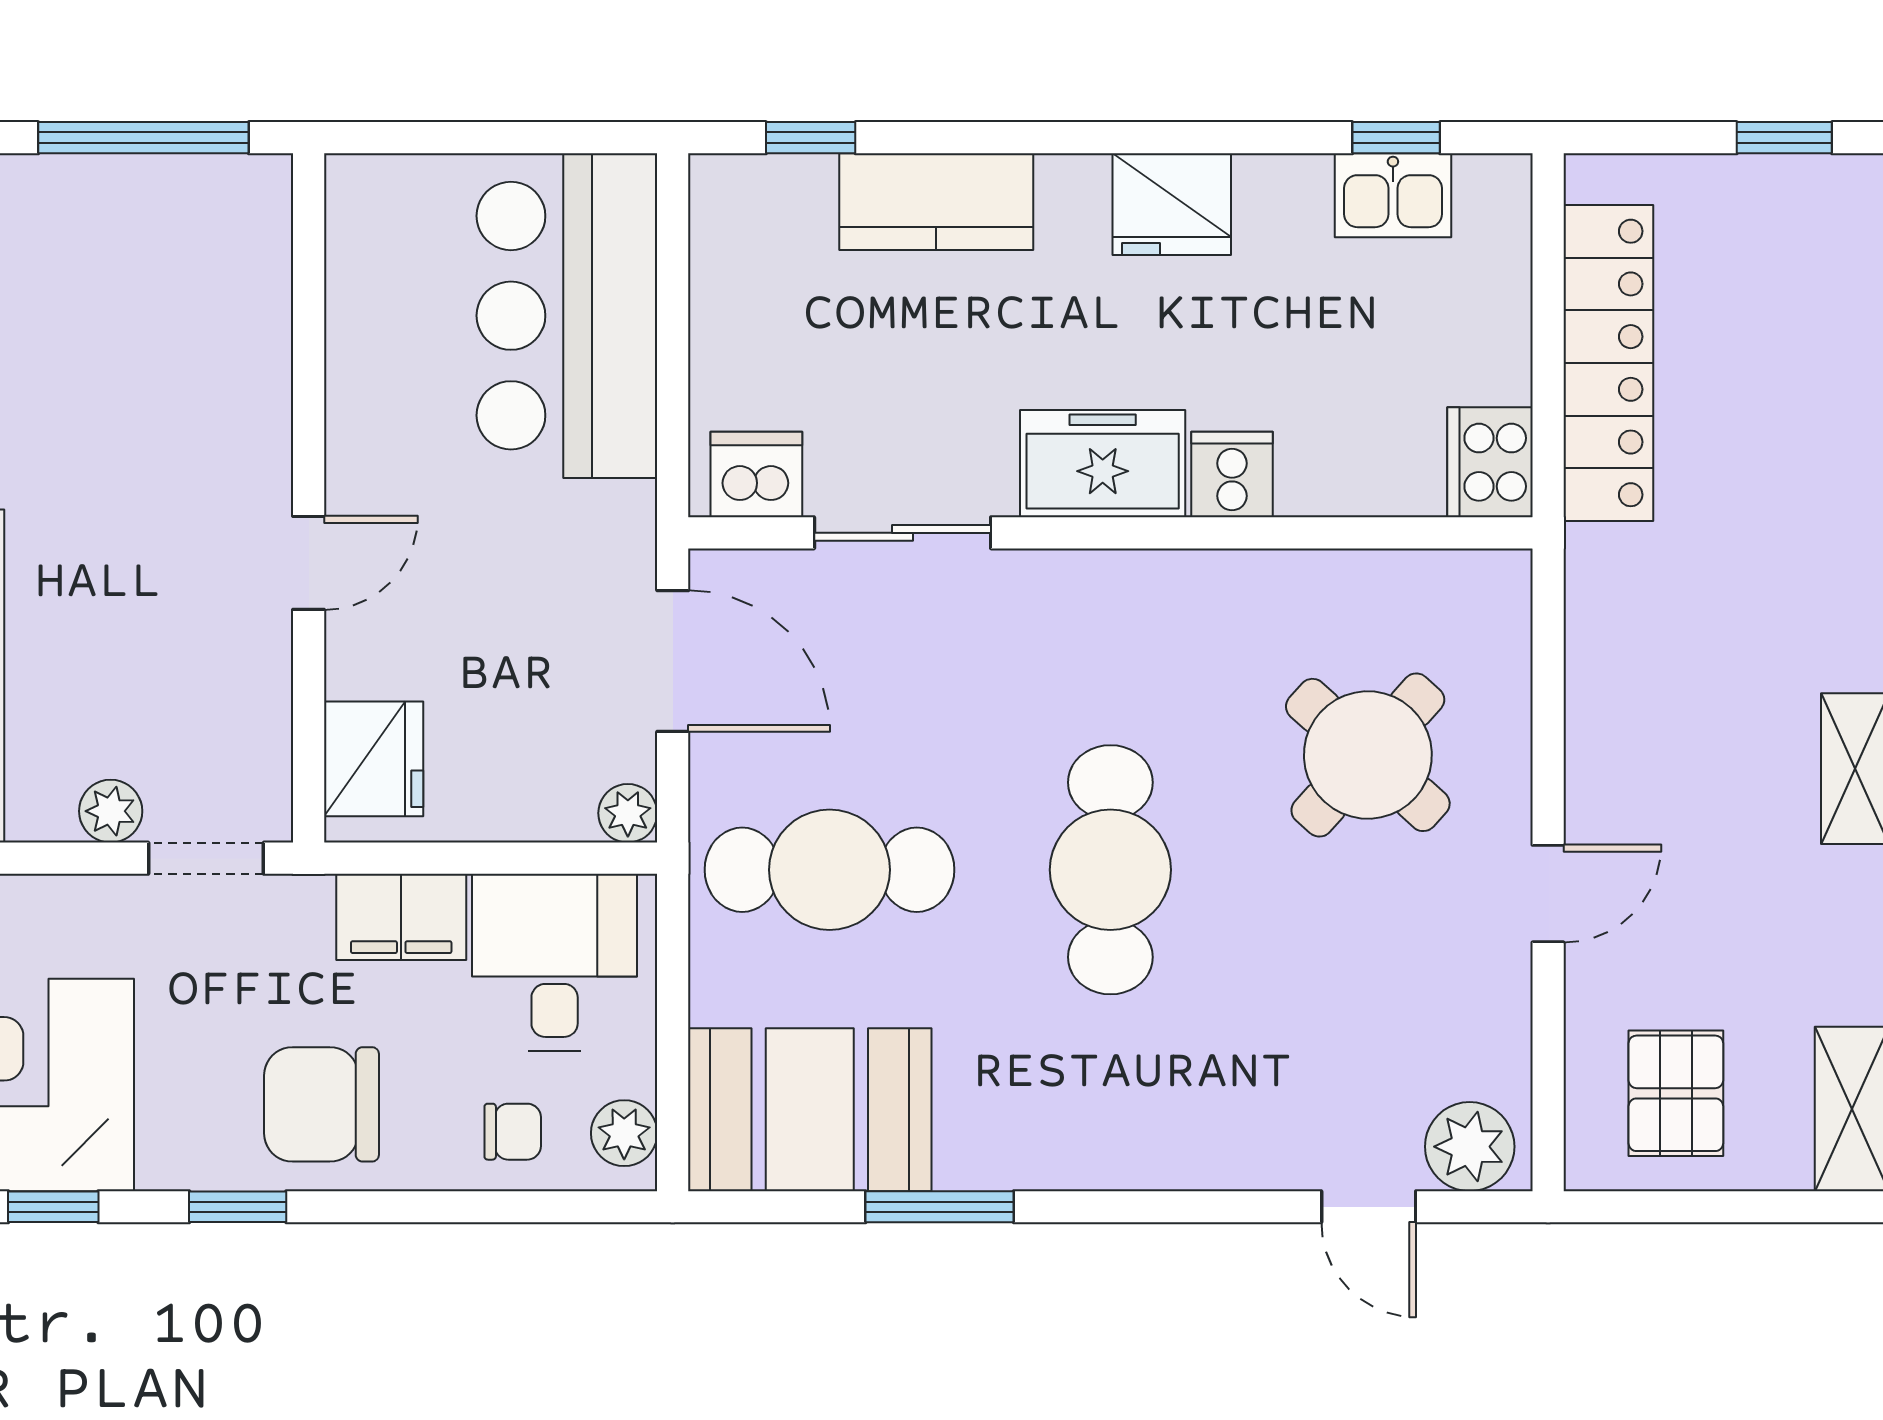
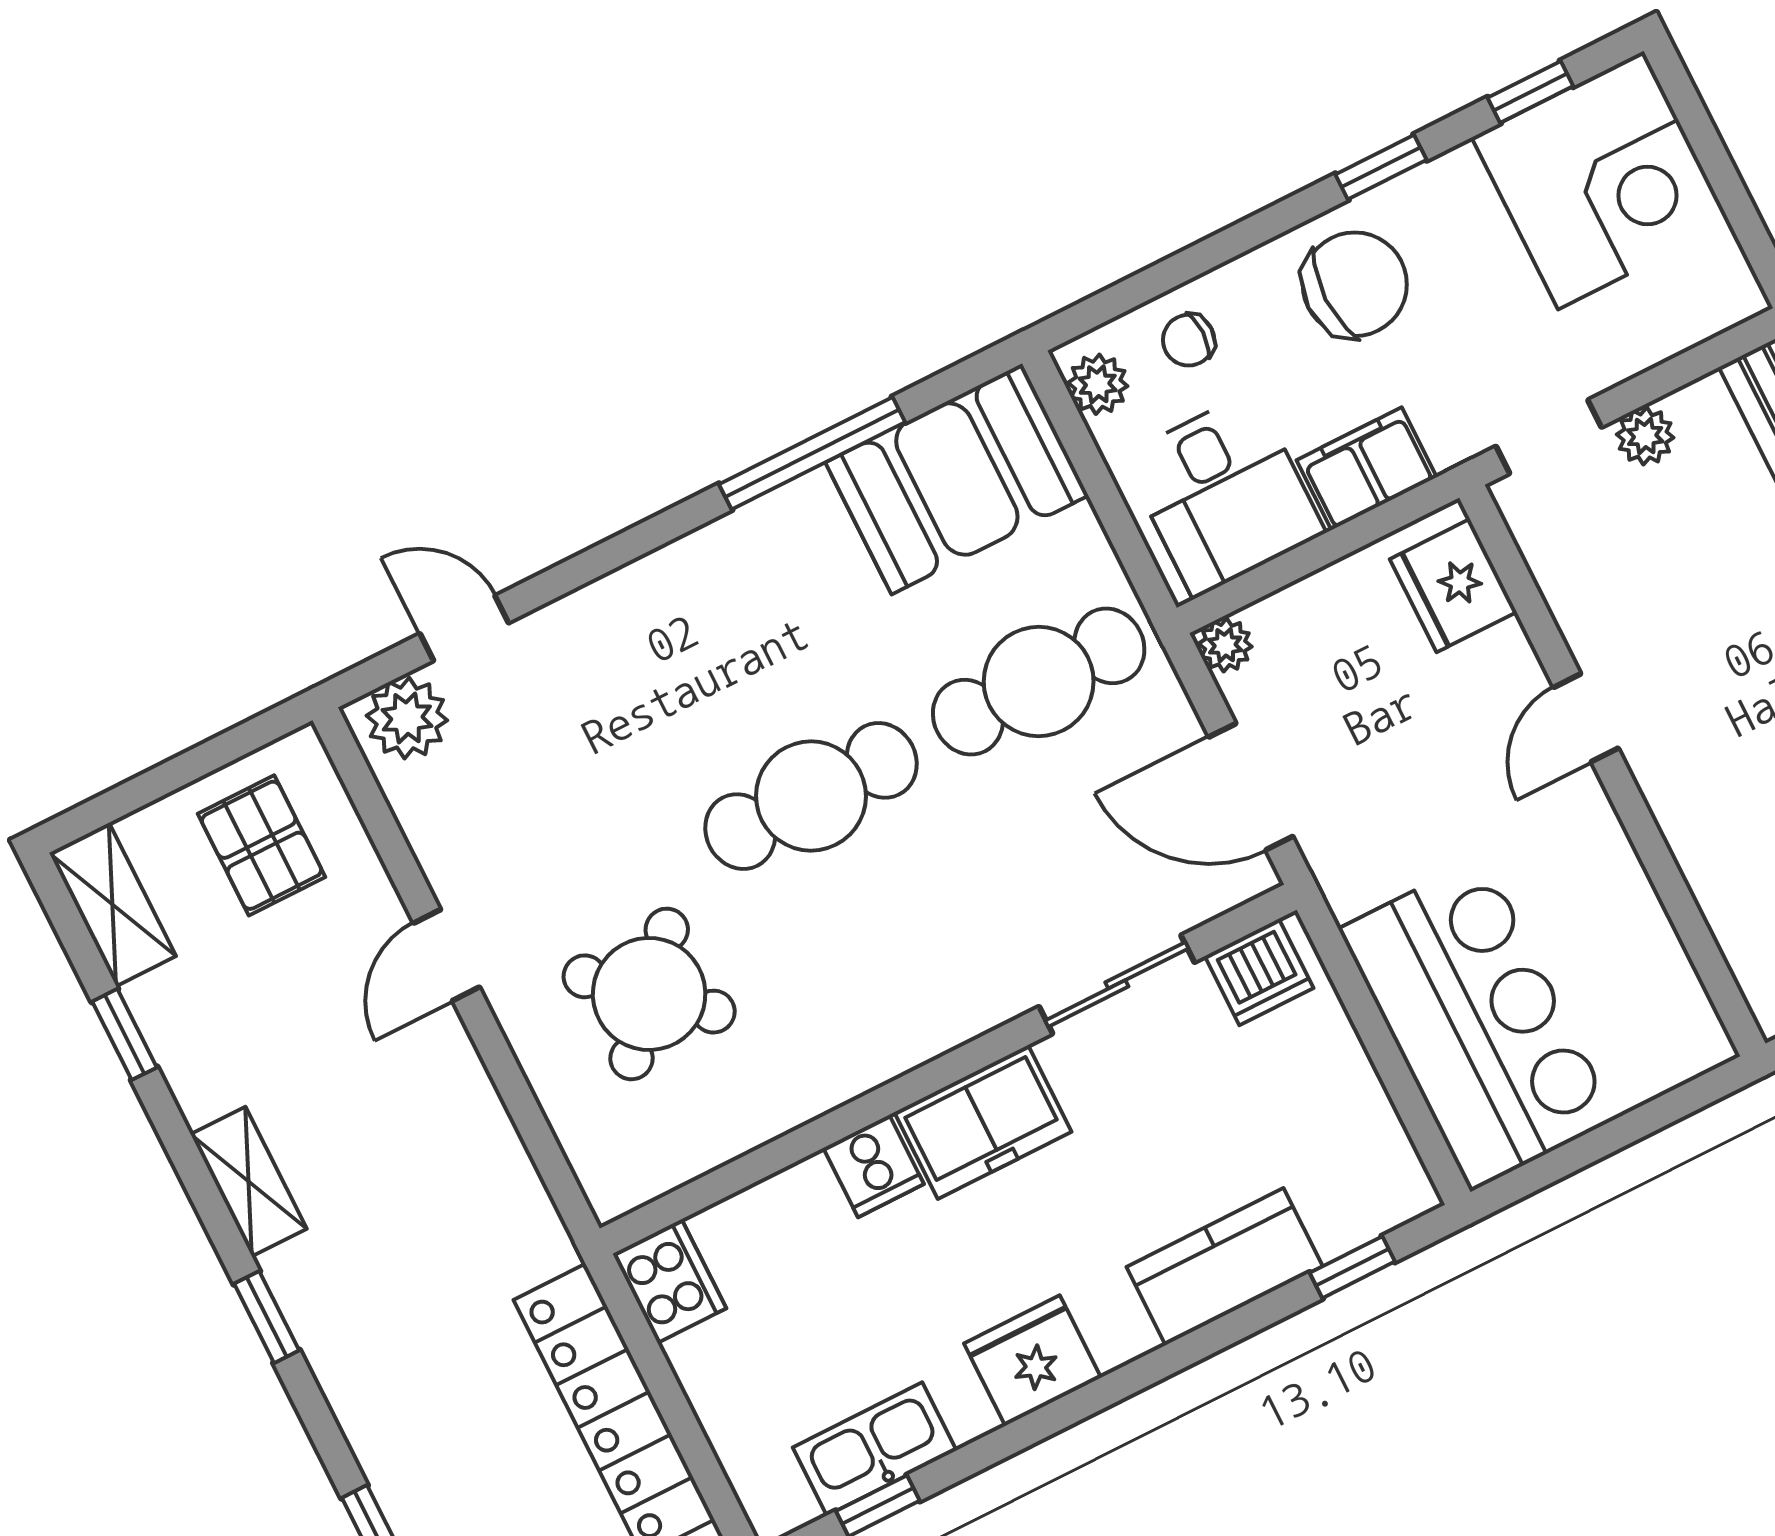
kitchen sink: (1393, 195) -> (875, 1449), width x1.38
cafe table: (1110, 870) -> (811, 796), turned 90
window: (940, 1207) -> (812, 453), width x1.44

